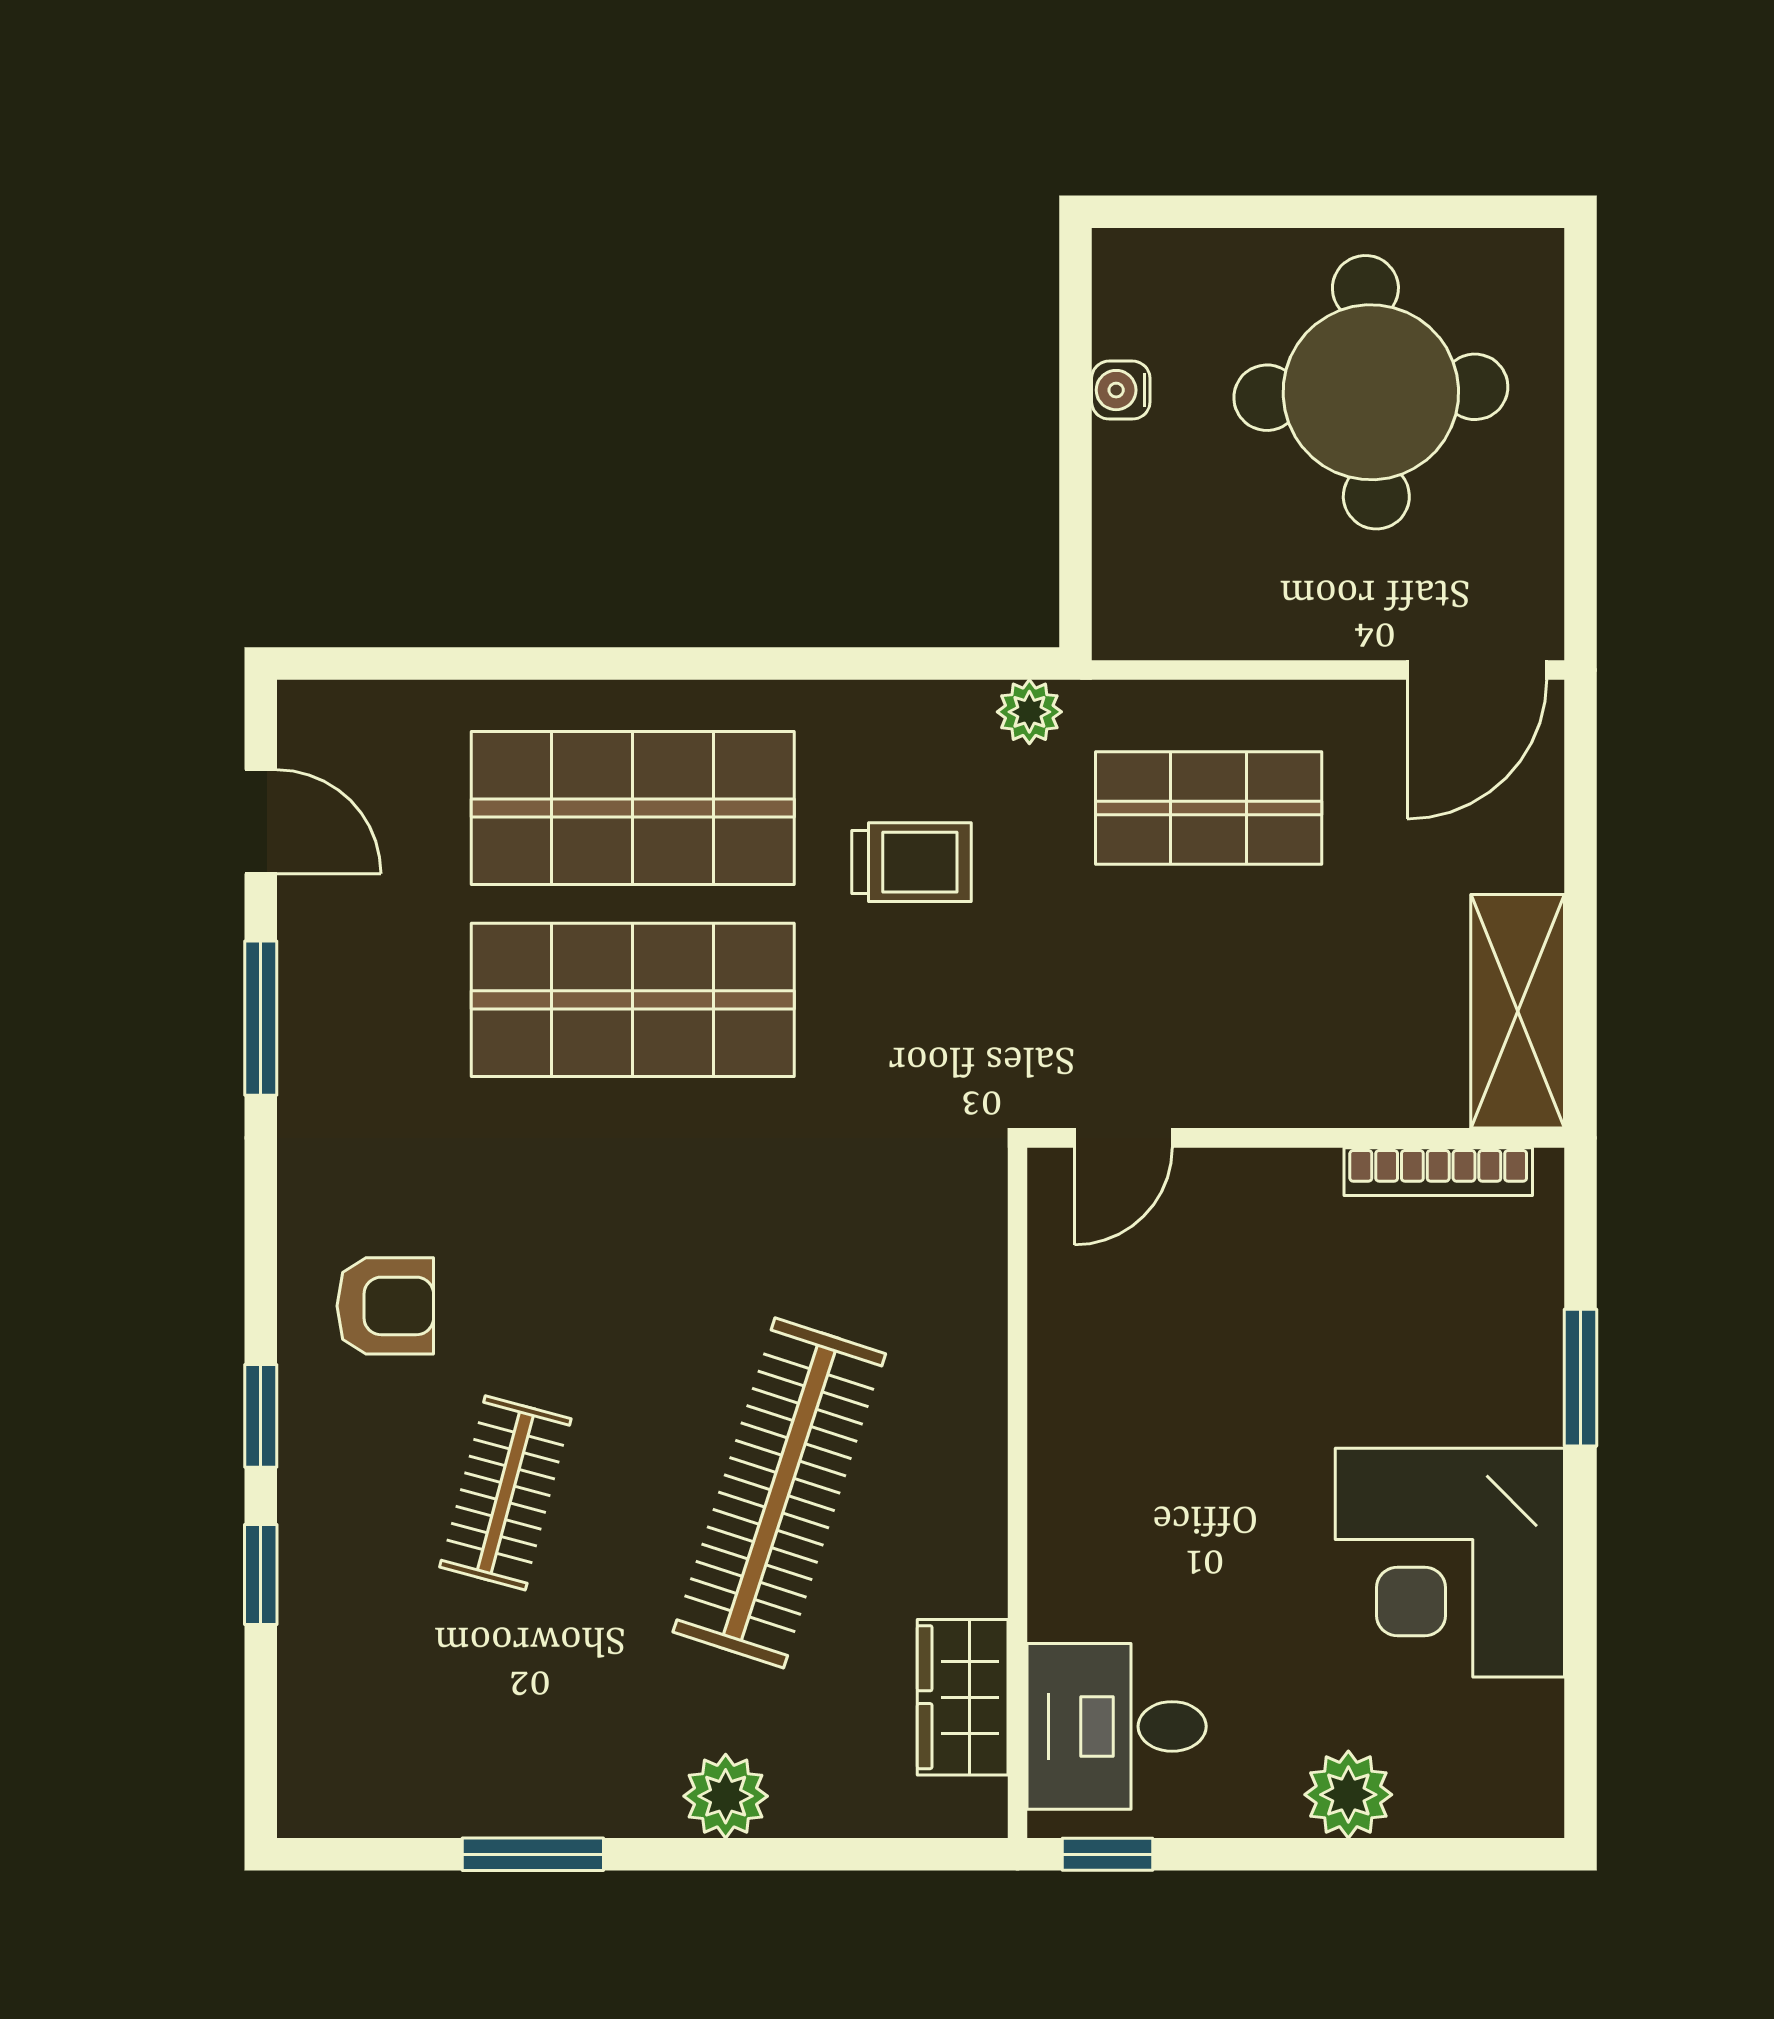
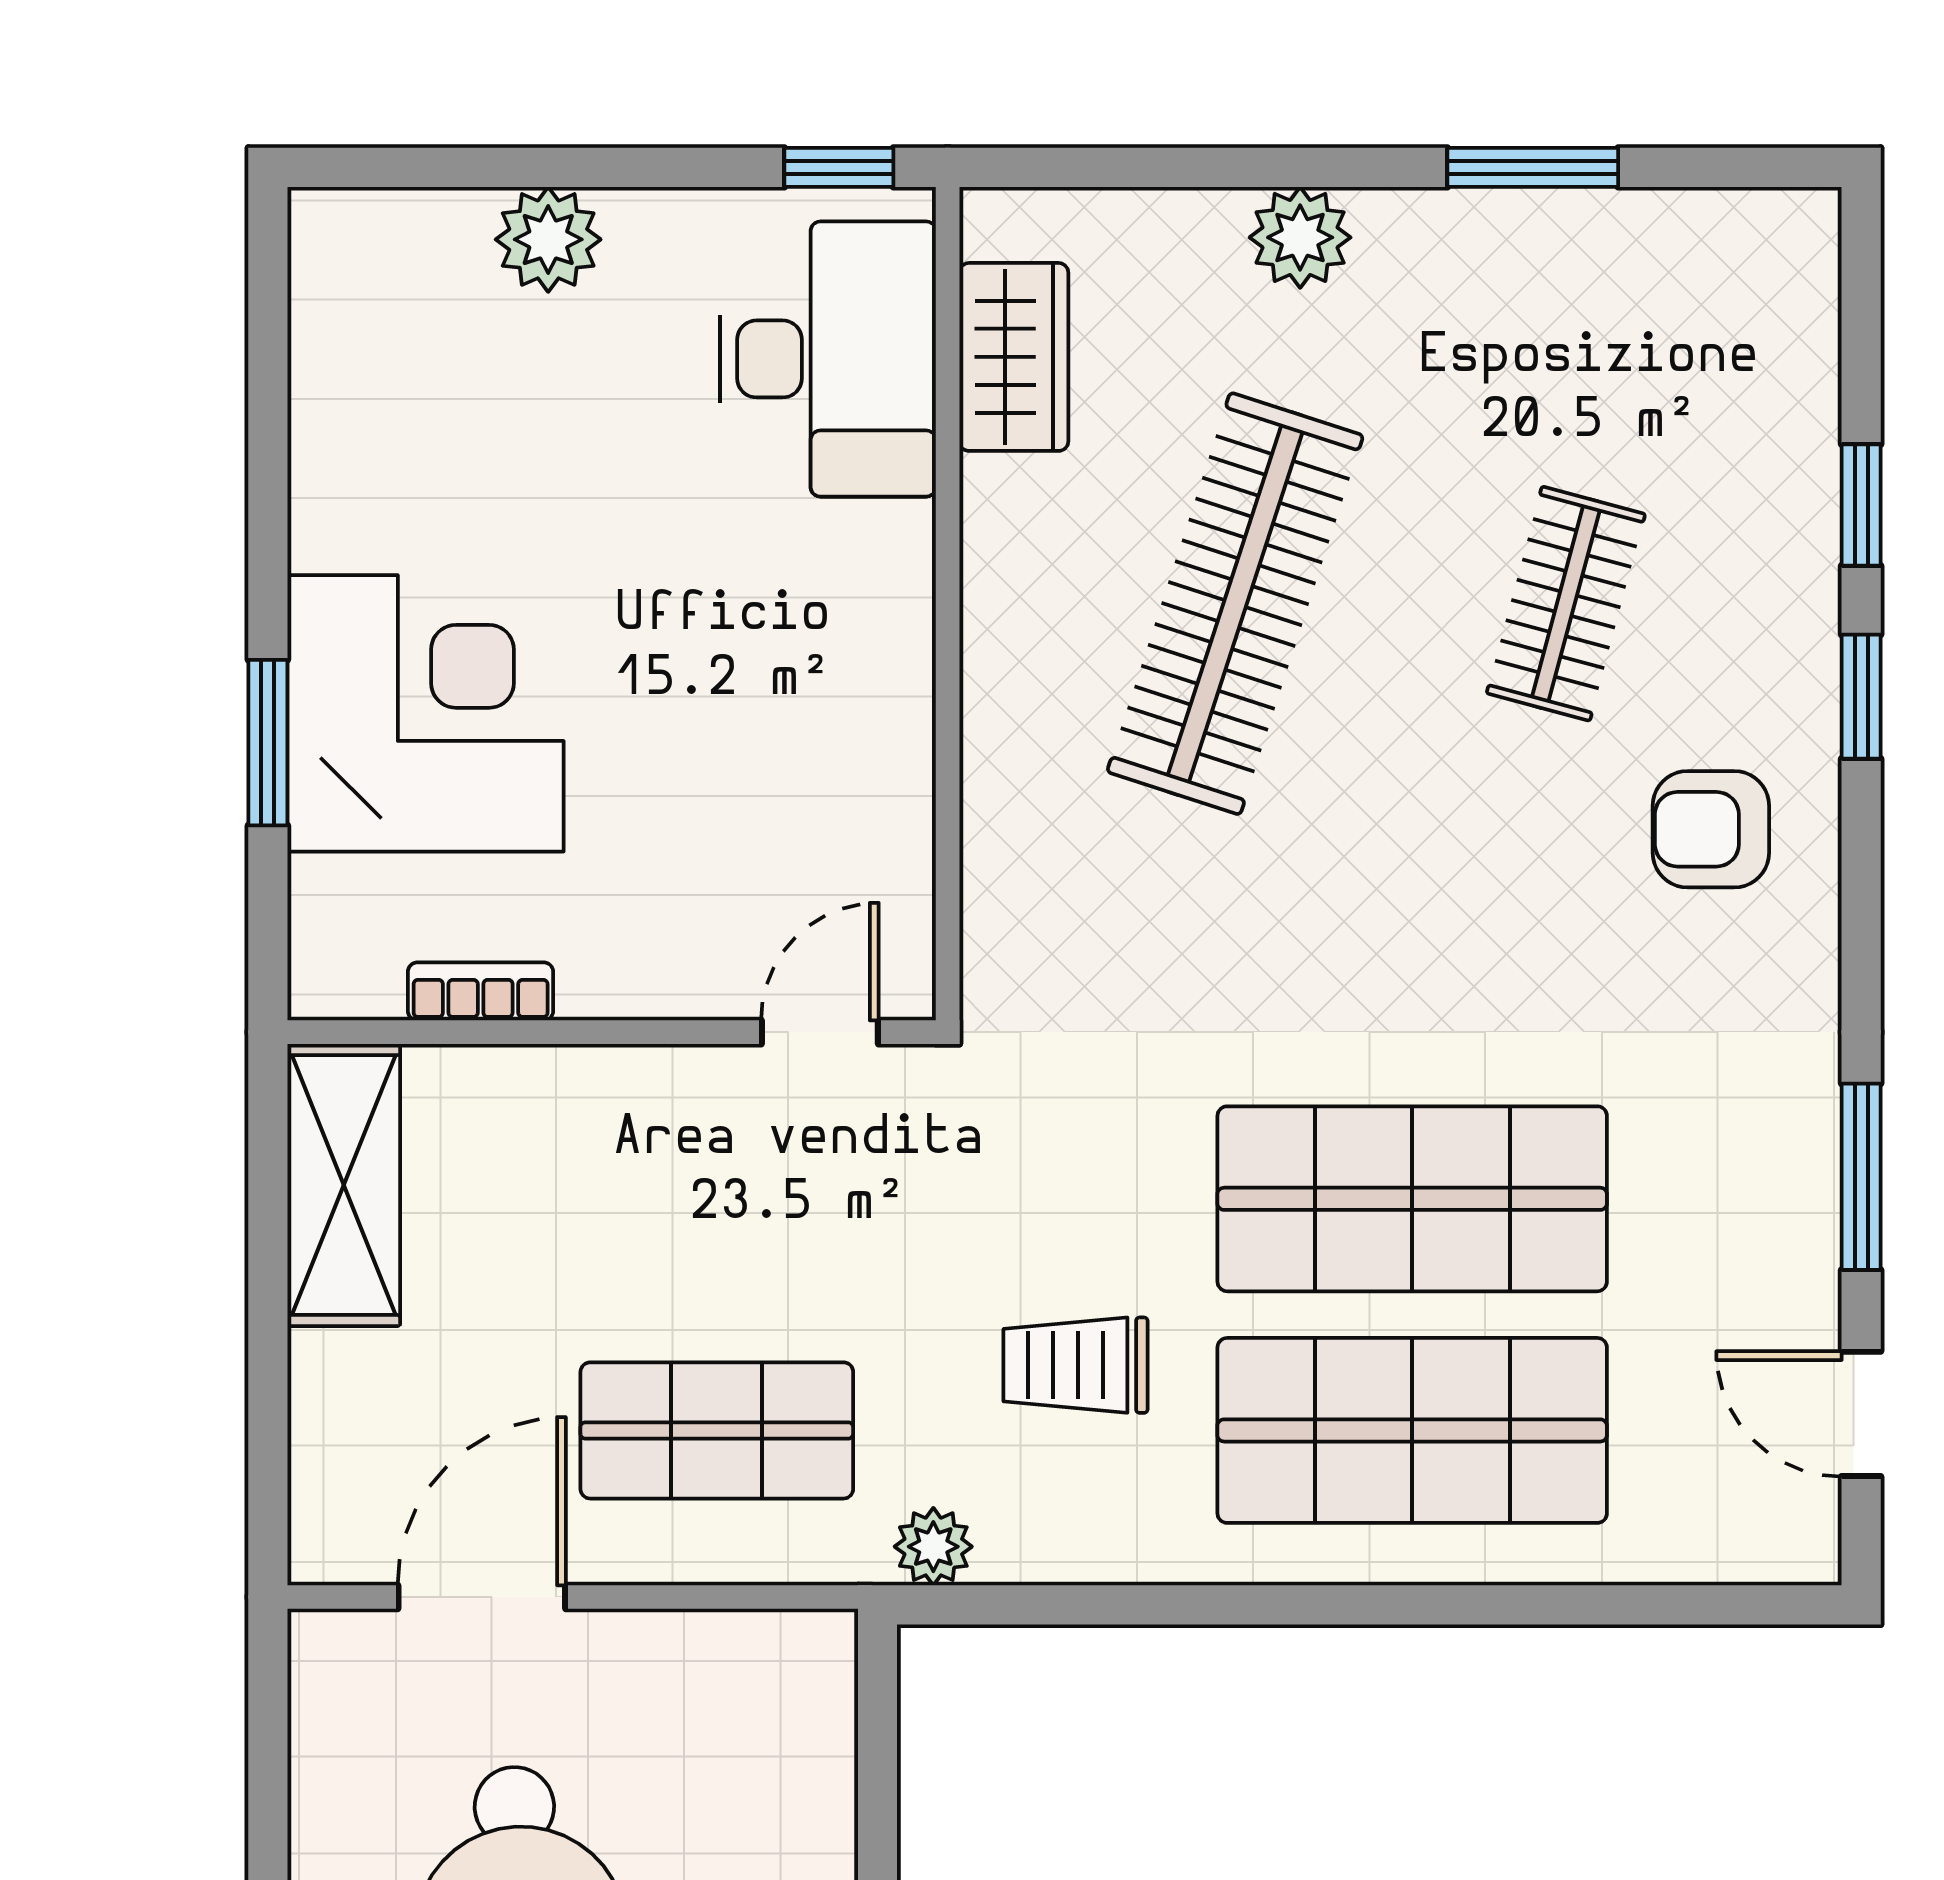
door: (1477, 670) -> (482, 1597), moved
bookcase: (1438, 1172) -> (481, 991), width x0.64
corner desk: (1450, 1563) -> (426, 713), moved
desk: (1117, 1726) -> (828, 359), width x1.37

